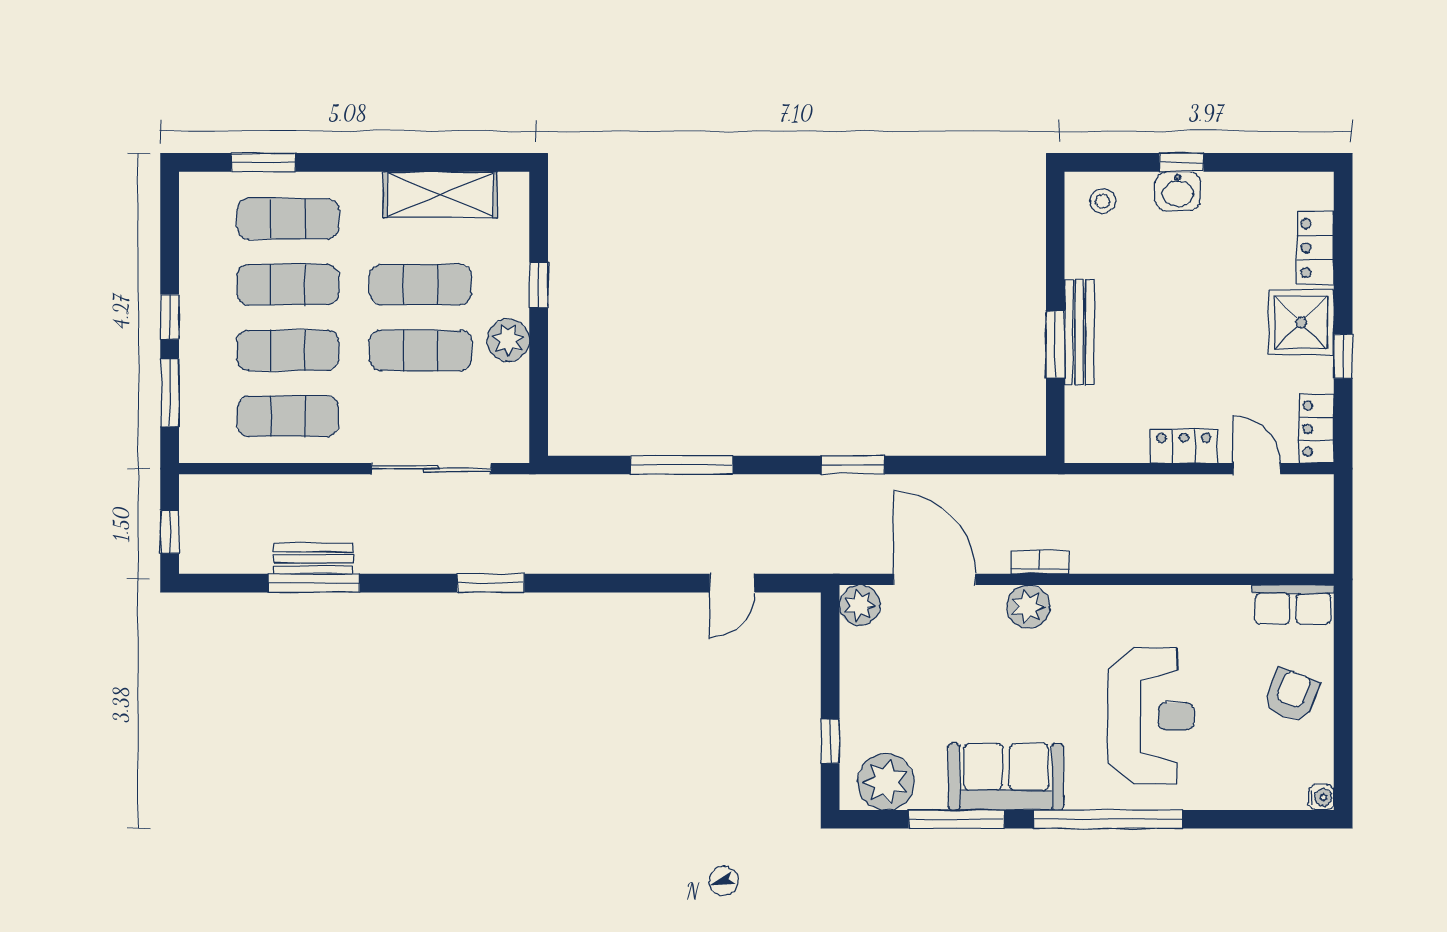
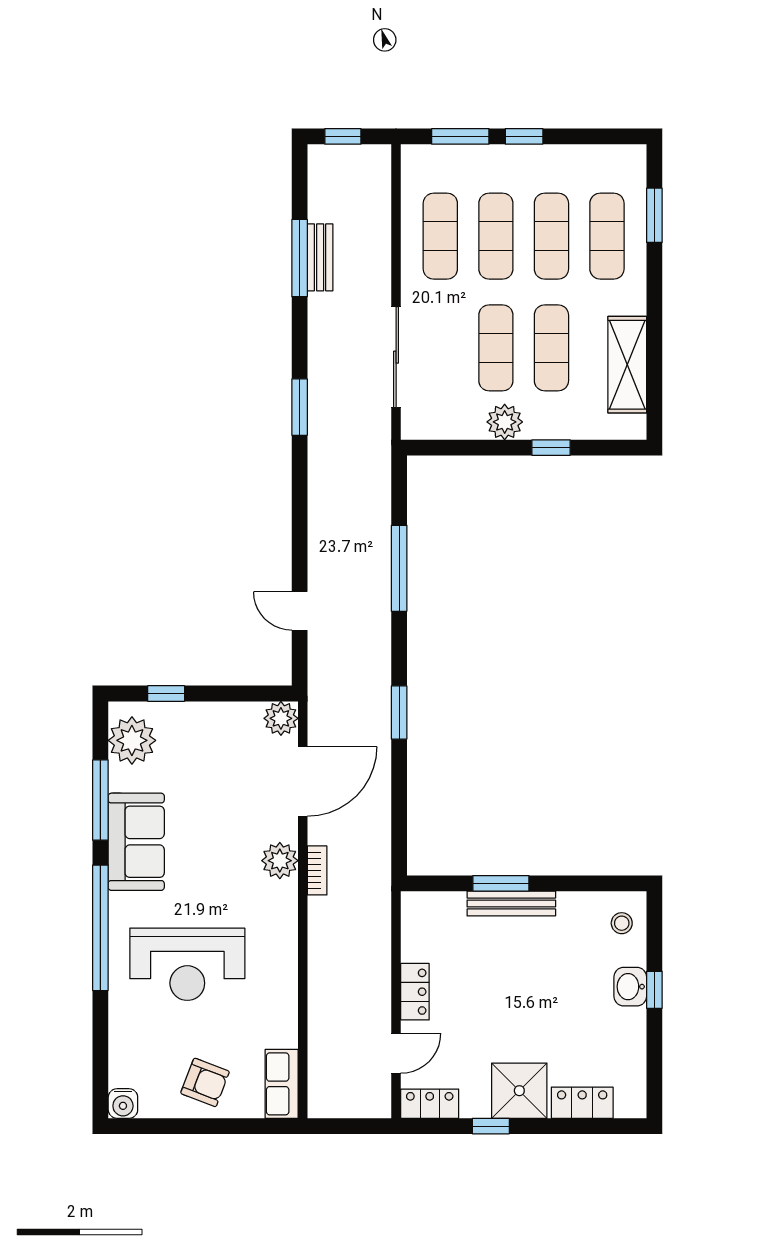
water cooler: (1321, 797) -> (123, 1103), width x1.38, depth x1.38

